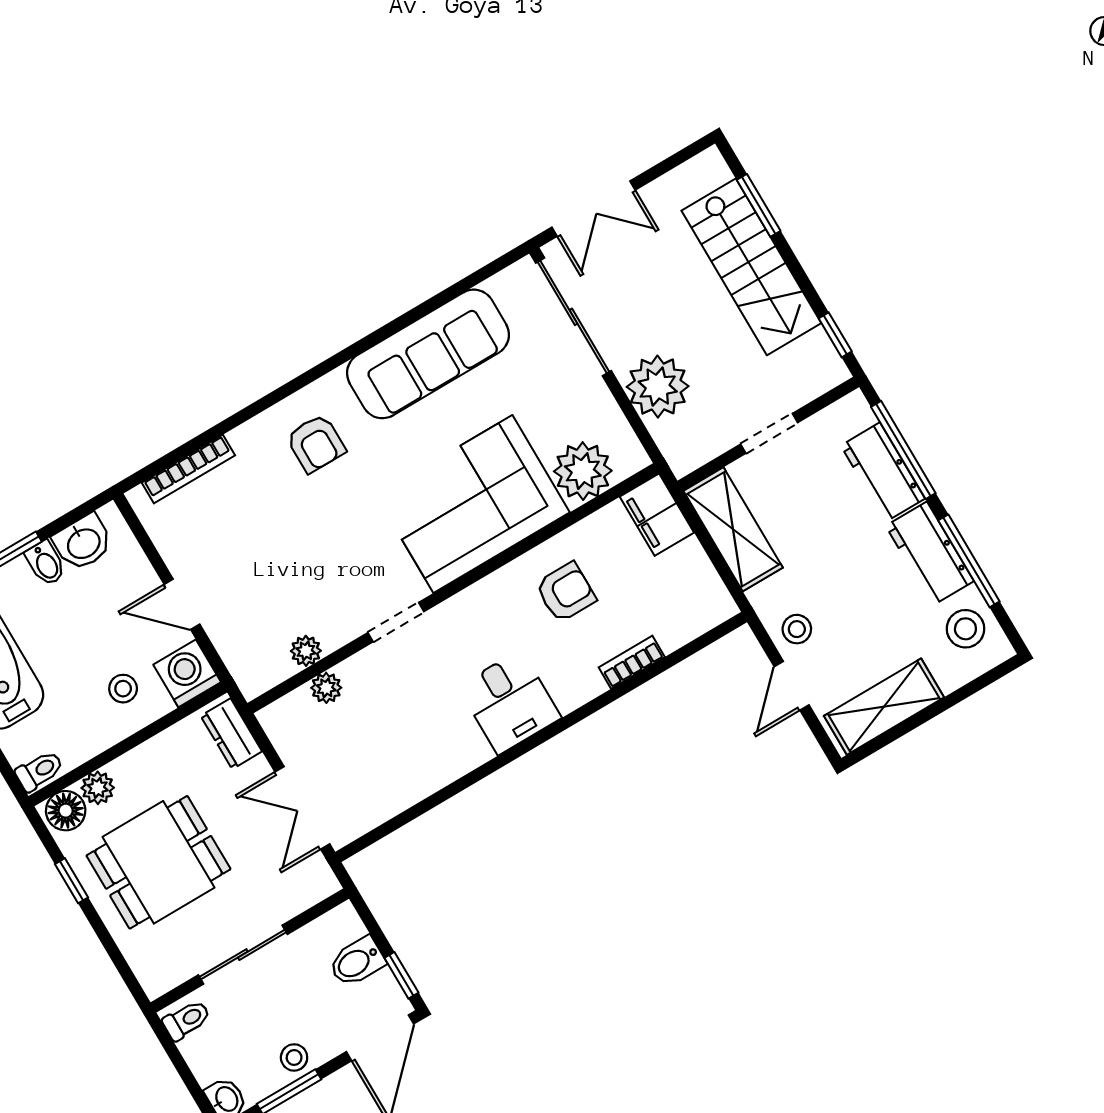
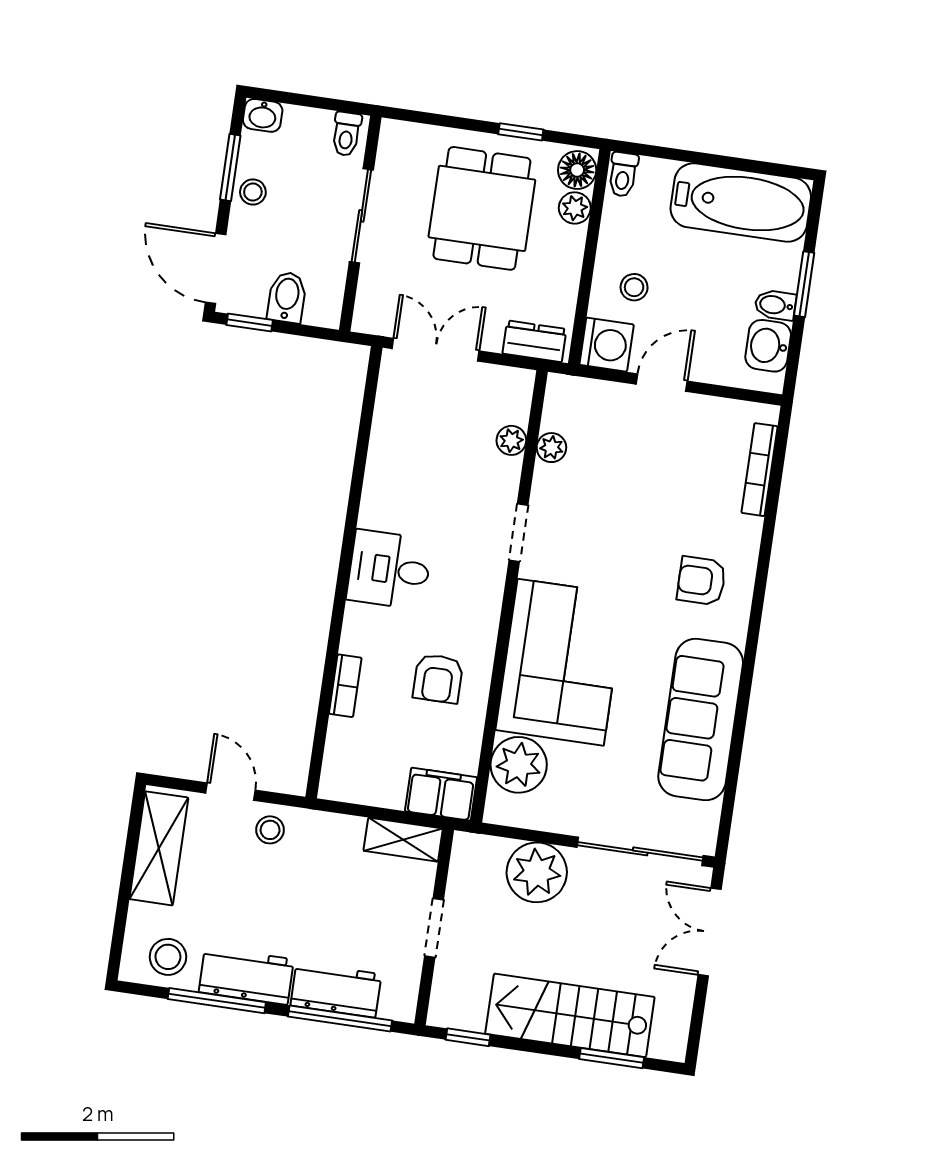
shelving: (733, 529) -> (403, 840), width x0.67, depth x0.75

